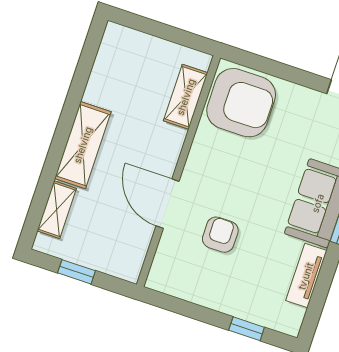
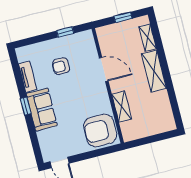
shelving: (186, 97) -> (122, 107), moved
armchair: (220, 235) -> (61, 66), moved, turned 90
window: (247, 329) -> (65, 32), moved

